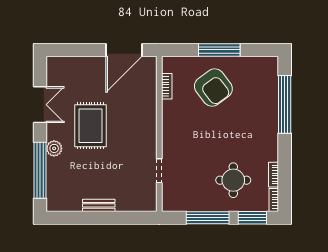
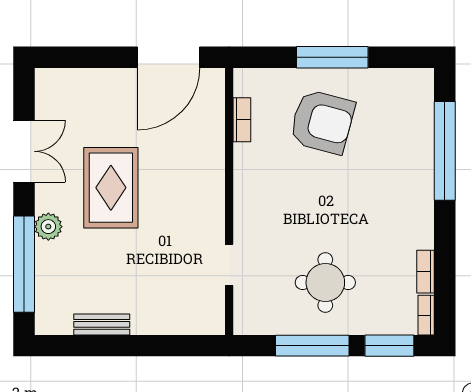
armchair: (213, 88) -> (322, 122), turned -38
round table: (233, 180) -> (325, 283), moved
bench: (99, 205) -> (102, 324), moved

